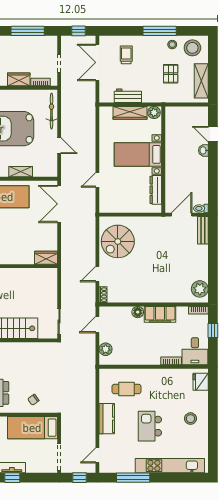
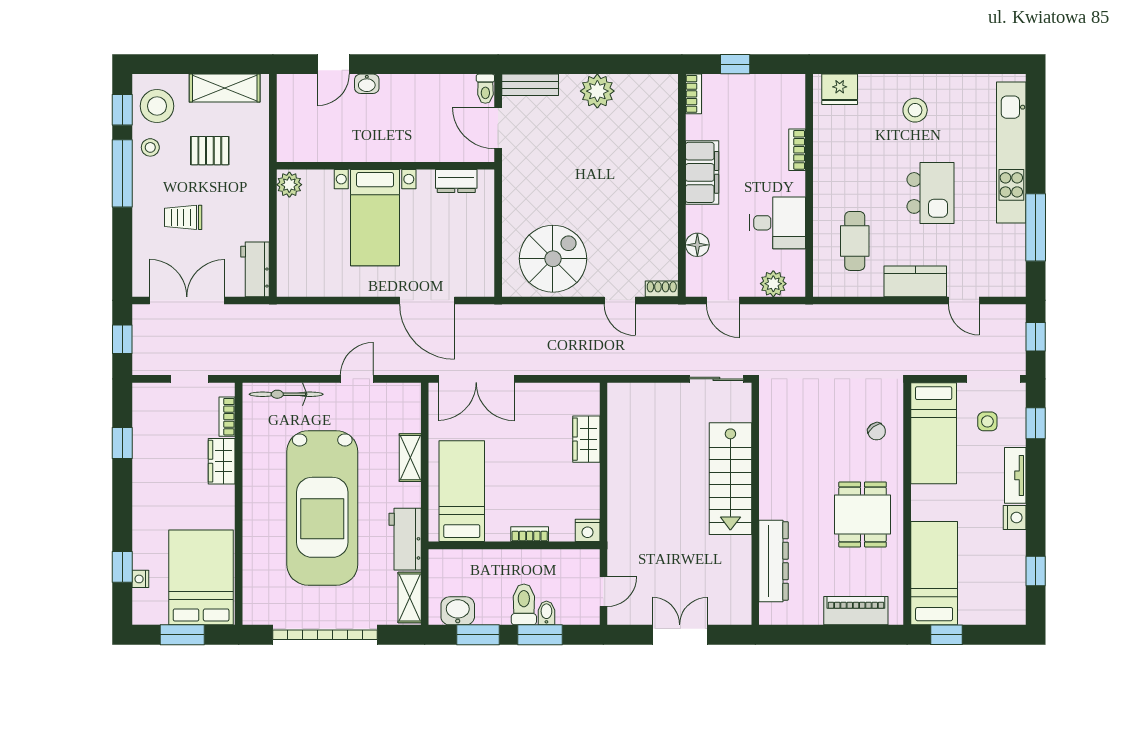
window: (28, 31) -> (122, 443), width x0.46
window: (191, 31) -> (122, 110), added
trolley: (126, 55) -> (183, 217), moved
double door: (97, 62) -> (187, 300), swing flipped
workbench: (128, 96) -> (255, 269), moved
wardrobe: (130, 113) -> (290, 234), removed
door: (97, 180) -> (427, 300), width x1.88
dresser: (156, 190) -> (456, 181), width x0.70
spiral stairs: (118, 241) -> (553, 259), turned -90
wardrobe: (46, 258) -> (586, 439), moved
plant: (200, 289) -> (597, 91), moved
floor lamp: (138, 312) -> (697, 245), moved
desk: (195, 351) -> (777, 223), moved
kitchen island: (150, 426) -> (930, 193), turned -90
side table: (38, 454) -> (987, 421), added
door: (97, 455) -> (964, 300), moved
window: (12, 478) -> (1036, 423), moved

